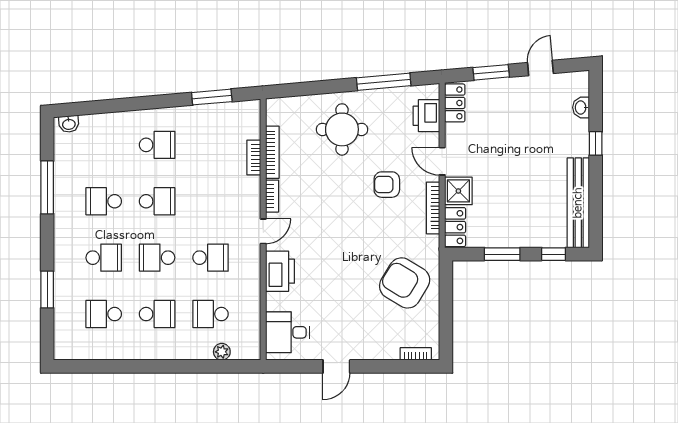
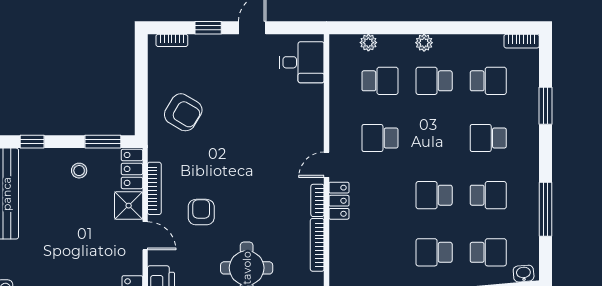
bookcase: (254, 157) -> (522, 41), moved, turned 90
armchair: (387, 185) -> (201, 212), turned -90
locker: (251, 196) -> (339, 201), added
stool: (507, 226) -> (79, 171), added
window: (502, 254) -> (103, 142), moved
school desk: (157, 258) -> (488, 252), moved
printer: (280, 271) -> (309, 124), removed
armchair: (405, 283) -> (183, 112), width x0.73, depth x0.73
plant: (167, 352) -> (424, 43), added
window: (380, 366) -> (208, 28), added

